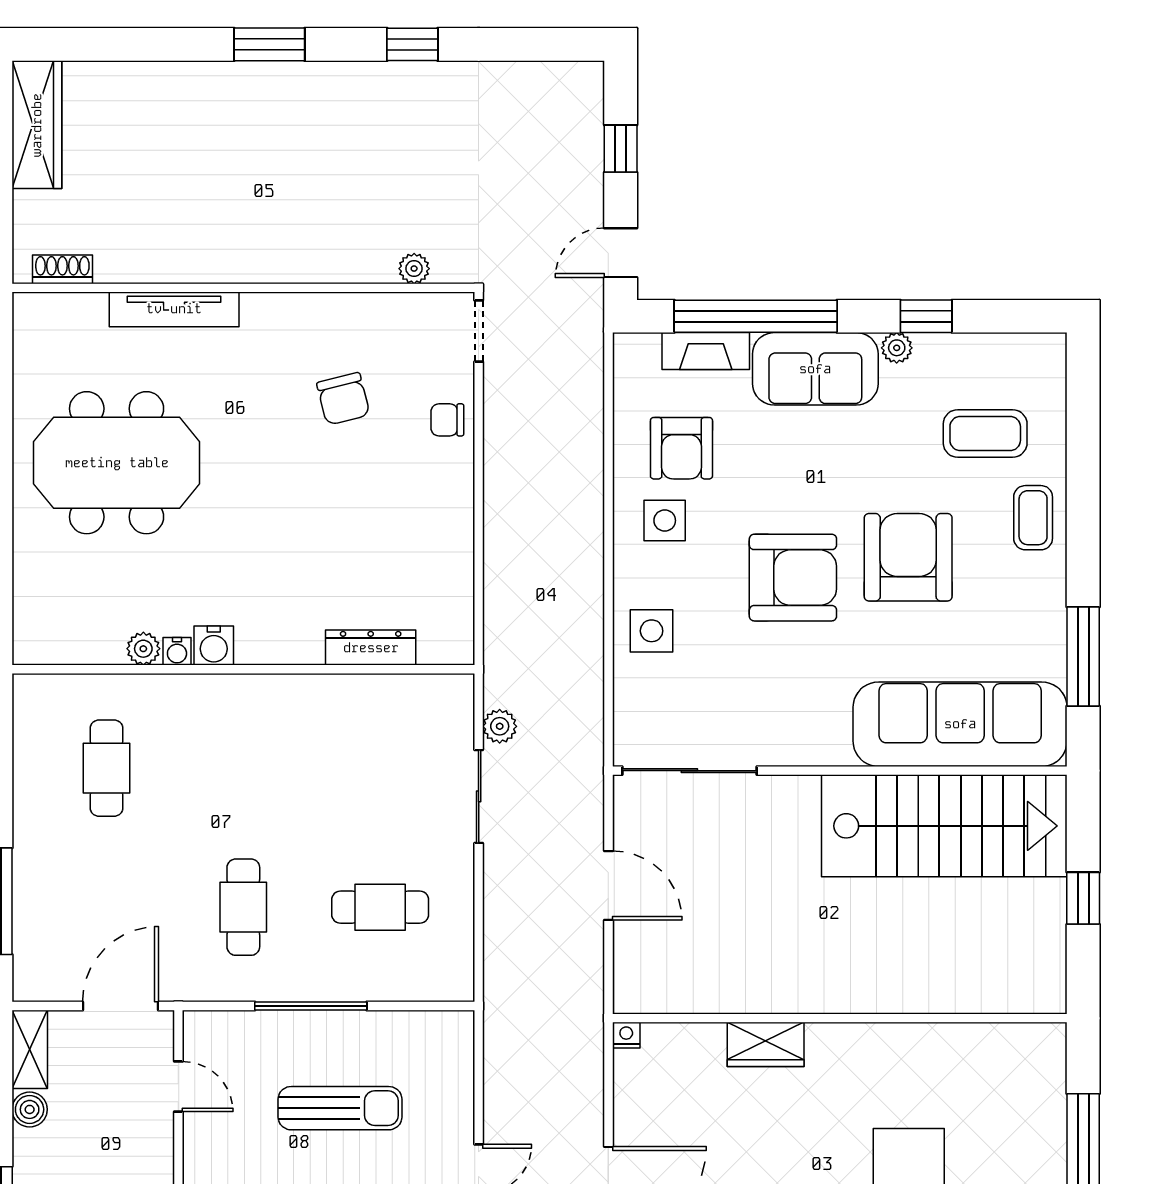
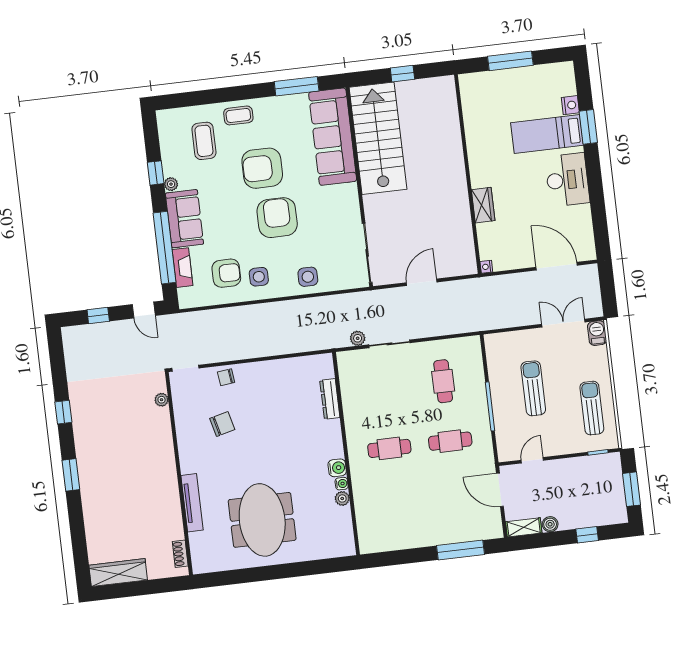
chair: (447, 420) -> (226, 377), turned 83
cafe table: (107, 768) -> (389, 448), moved

